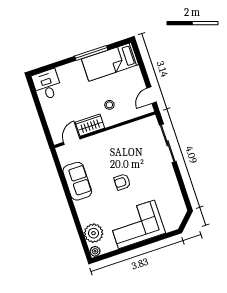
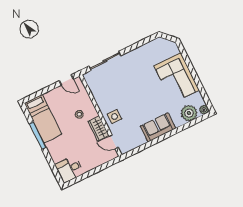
side table: (101, 146) -> (114, 116), added
sofa: (77, 181) -> (158, 127), moved
armchair: (122, 182) -> (143, 95), removed

